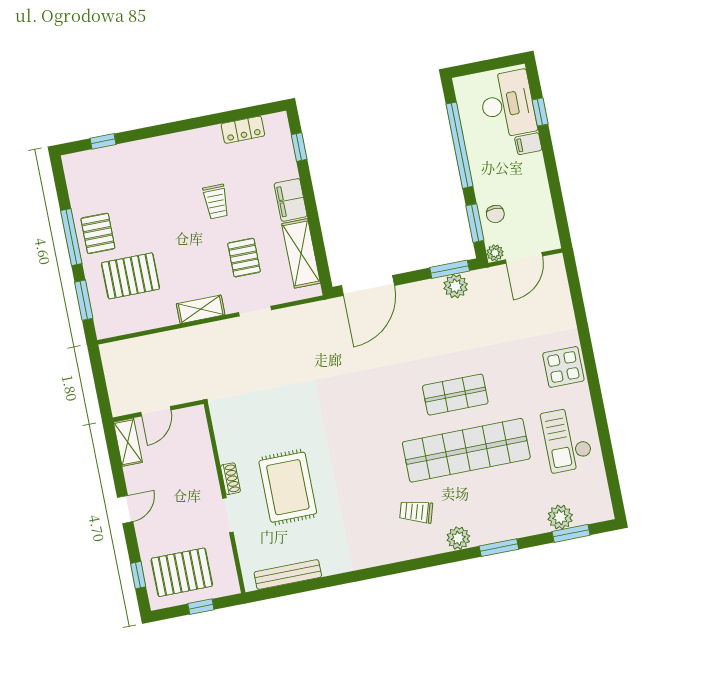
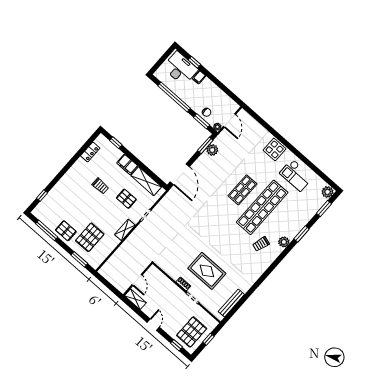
window: (71, 237) -> (47, 230), moved
plant: (560, 517) -> (328, 192), moved

